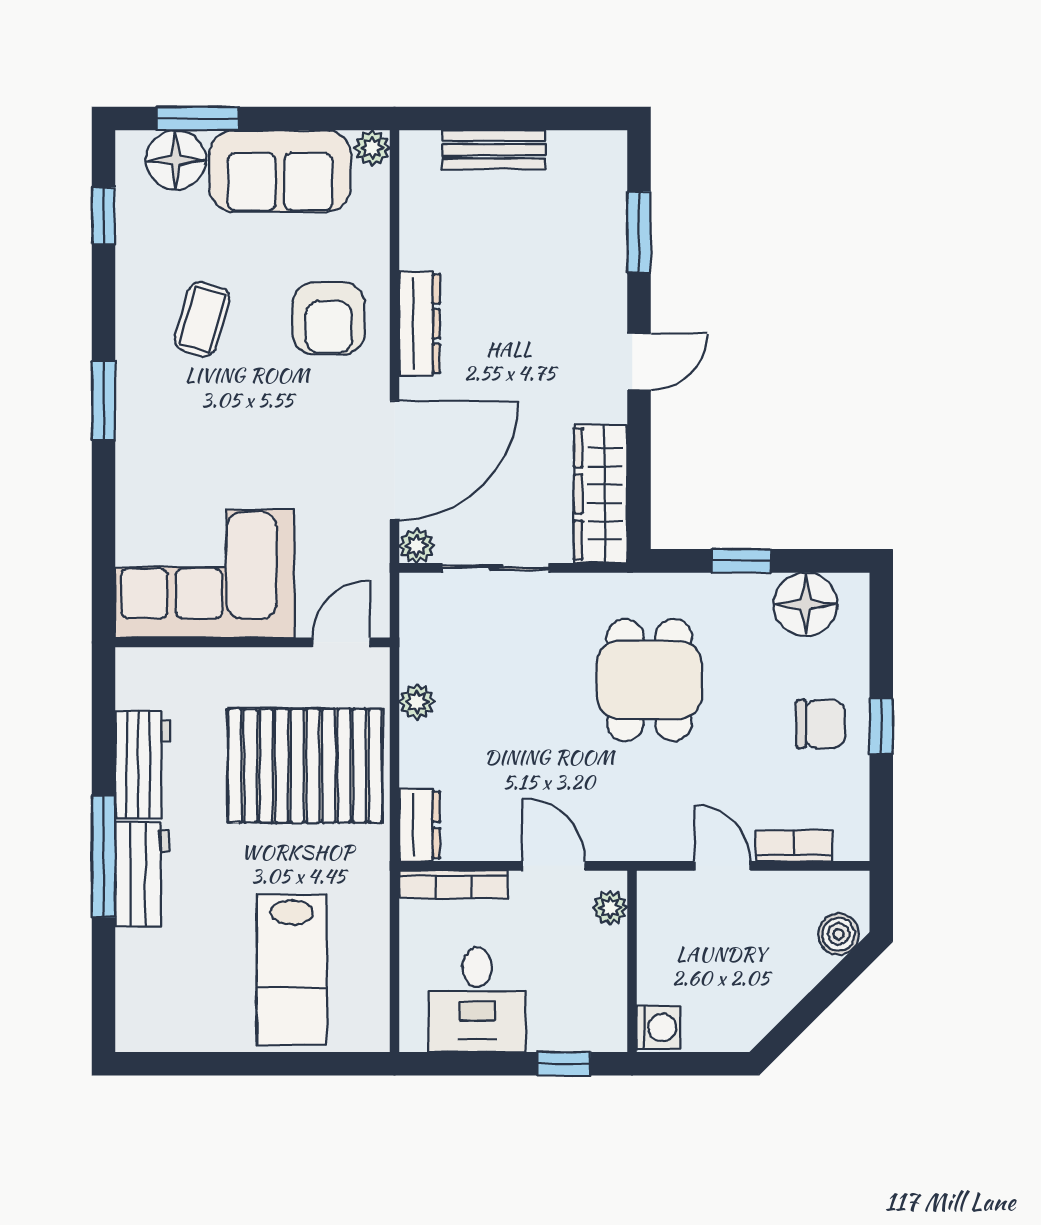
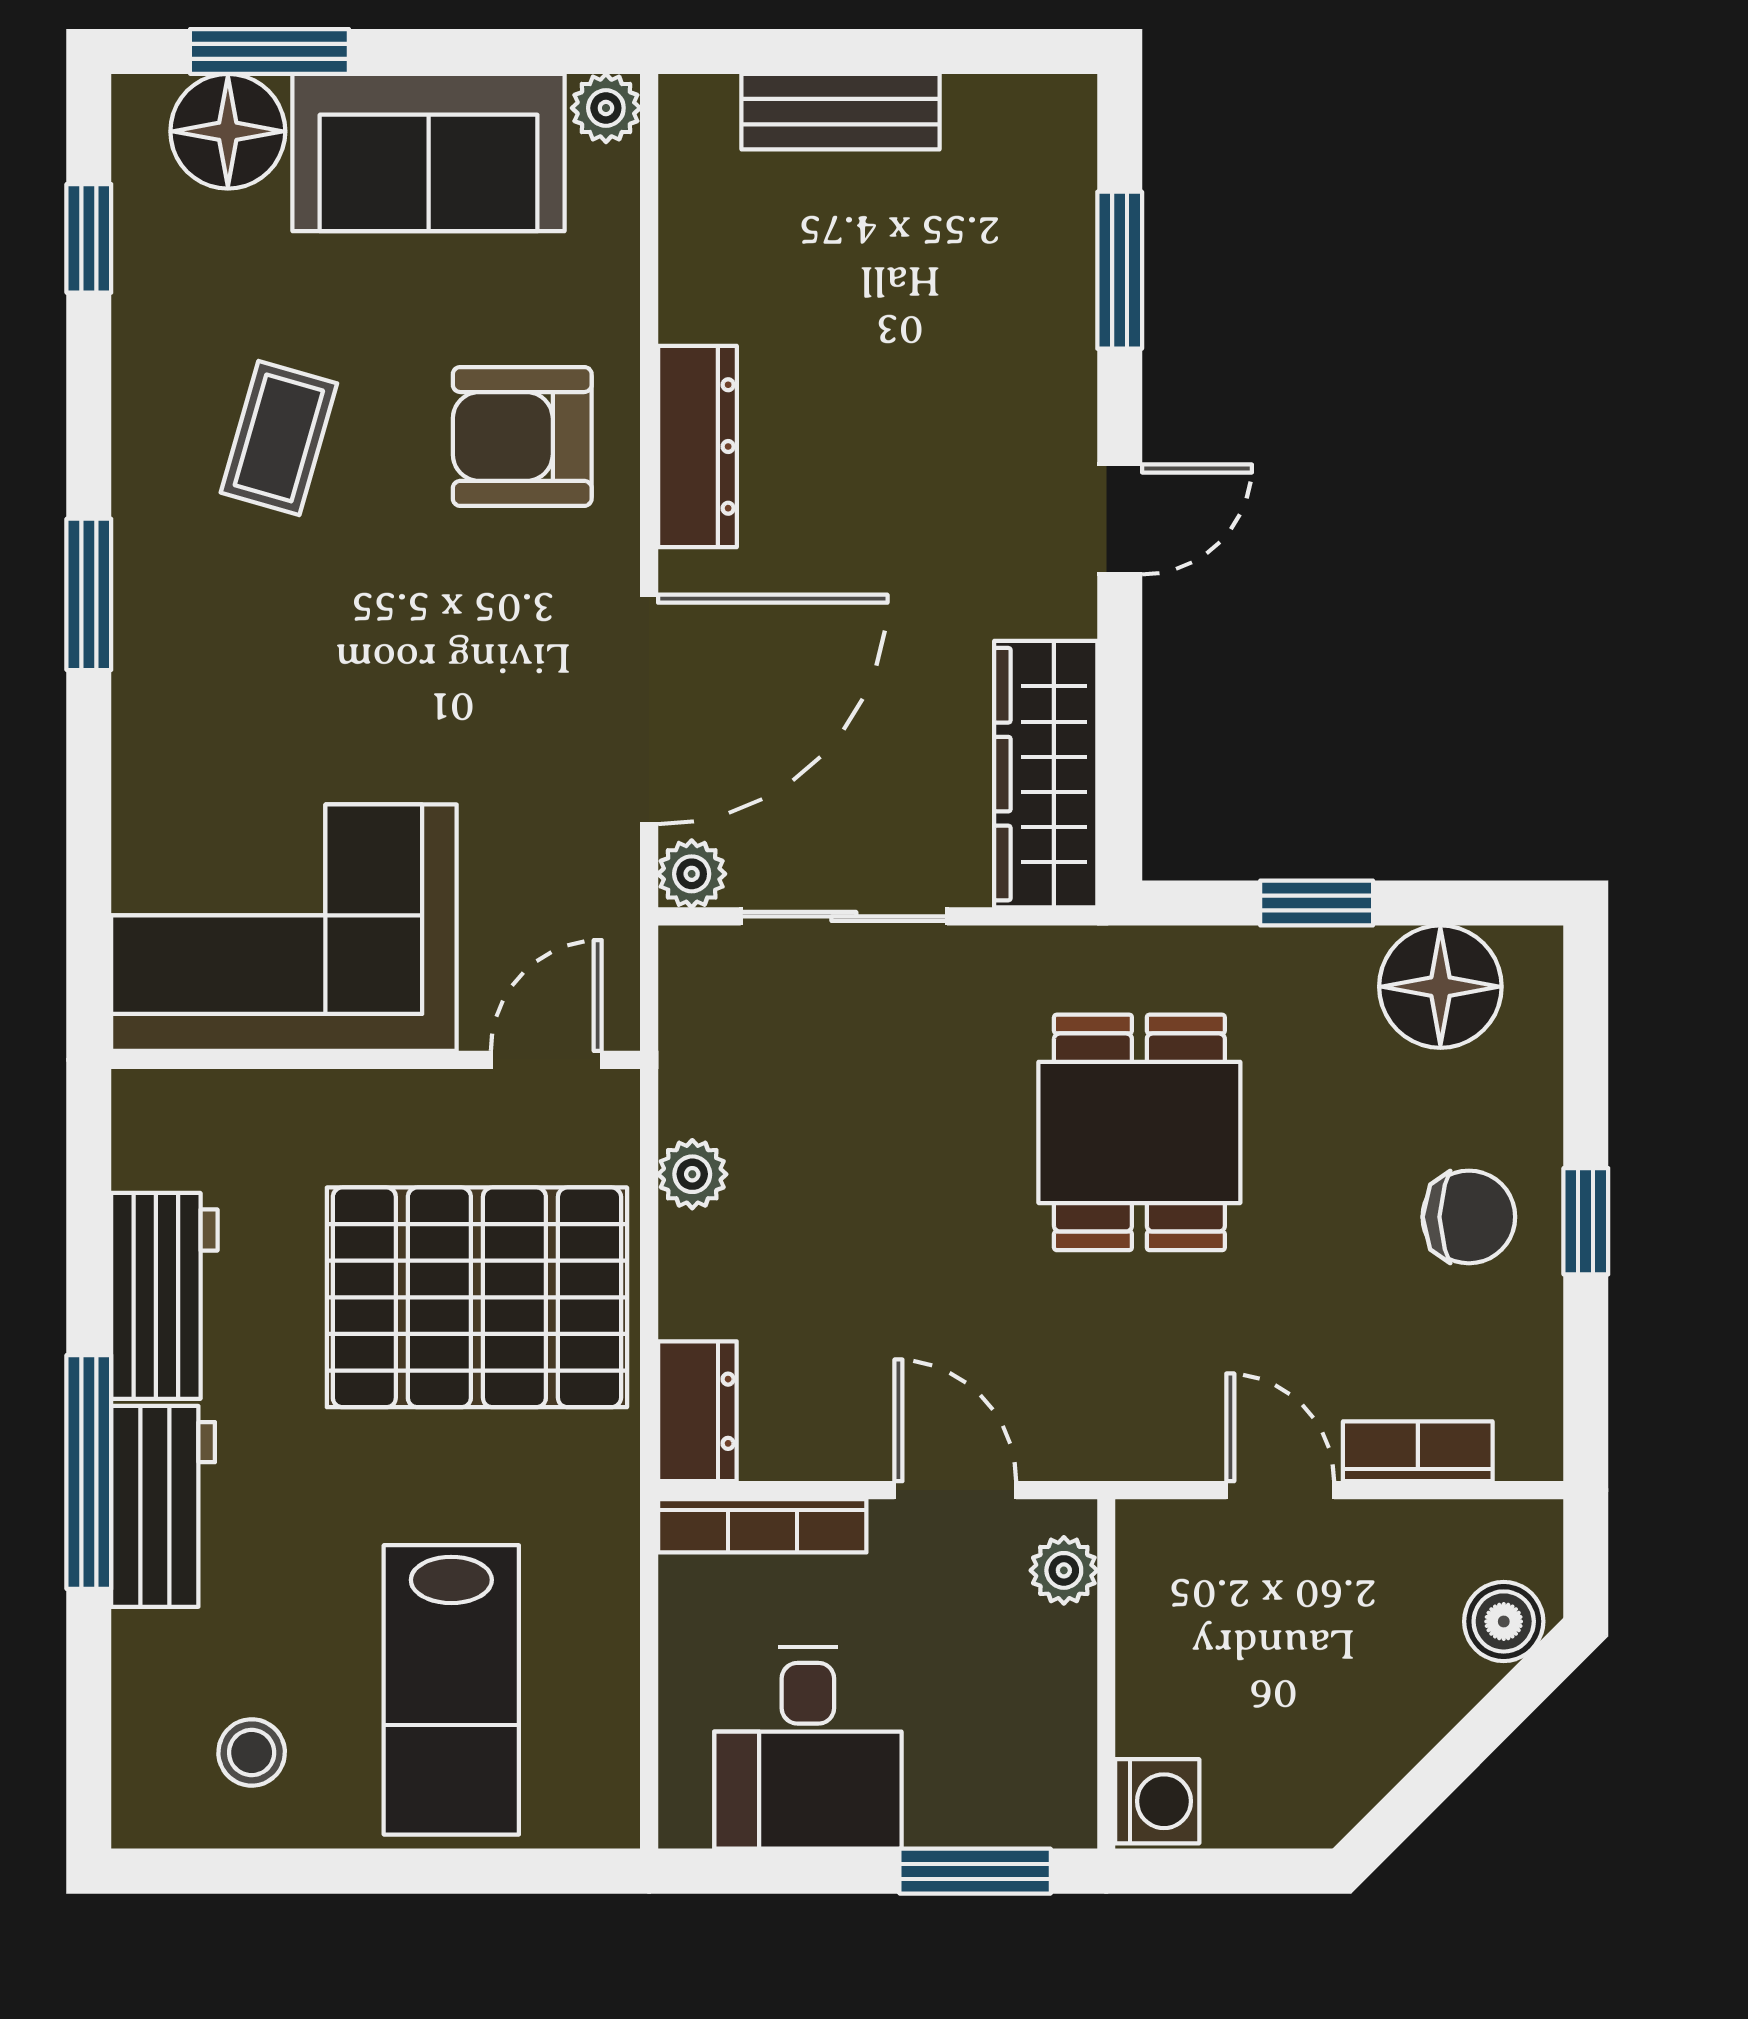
armchair: (329, 319) -> (522, 436), turned 90
stool: (188, 1002) -> (252, 1752), added
window: (564, 1064) -> (975, 1871), width x1.50

